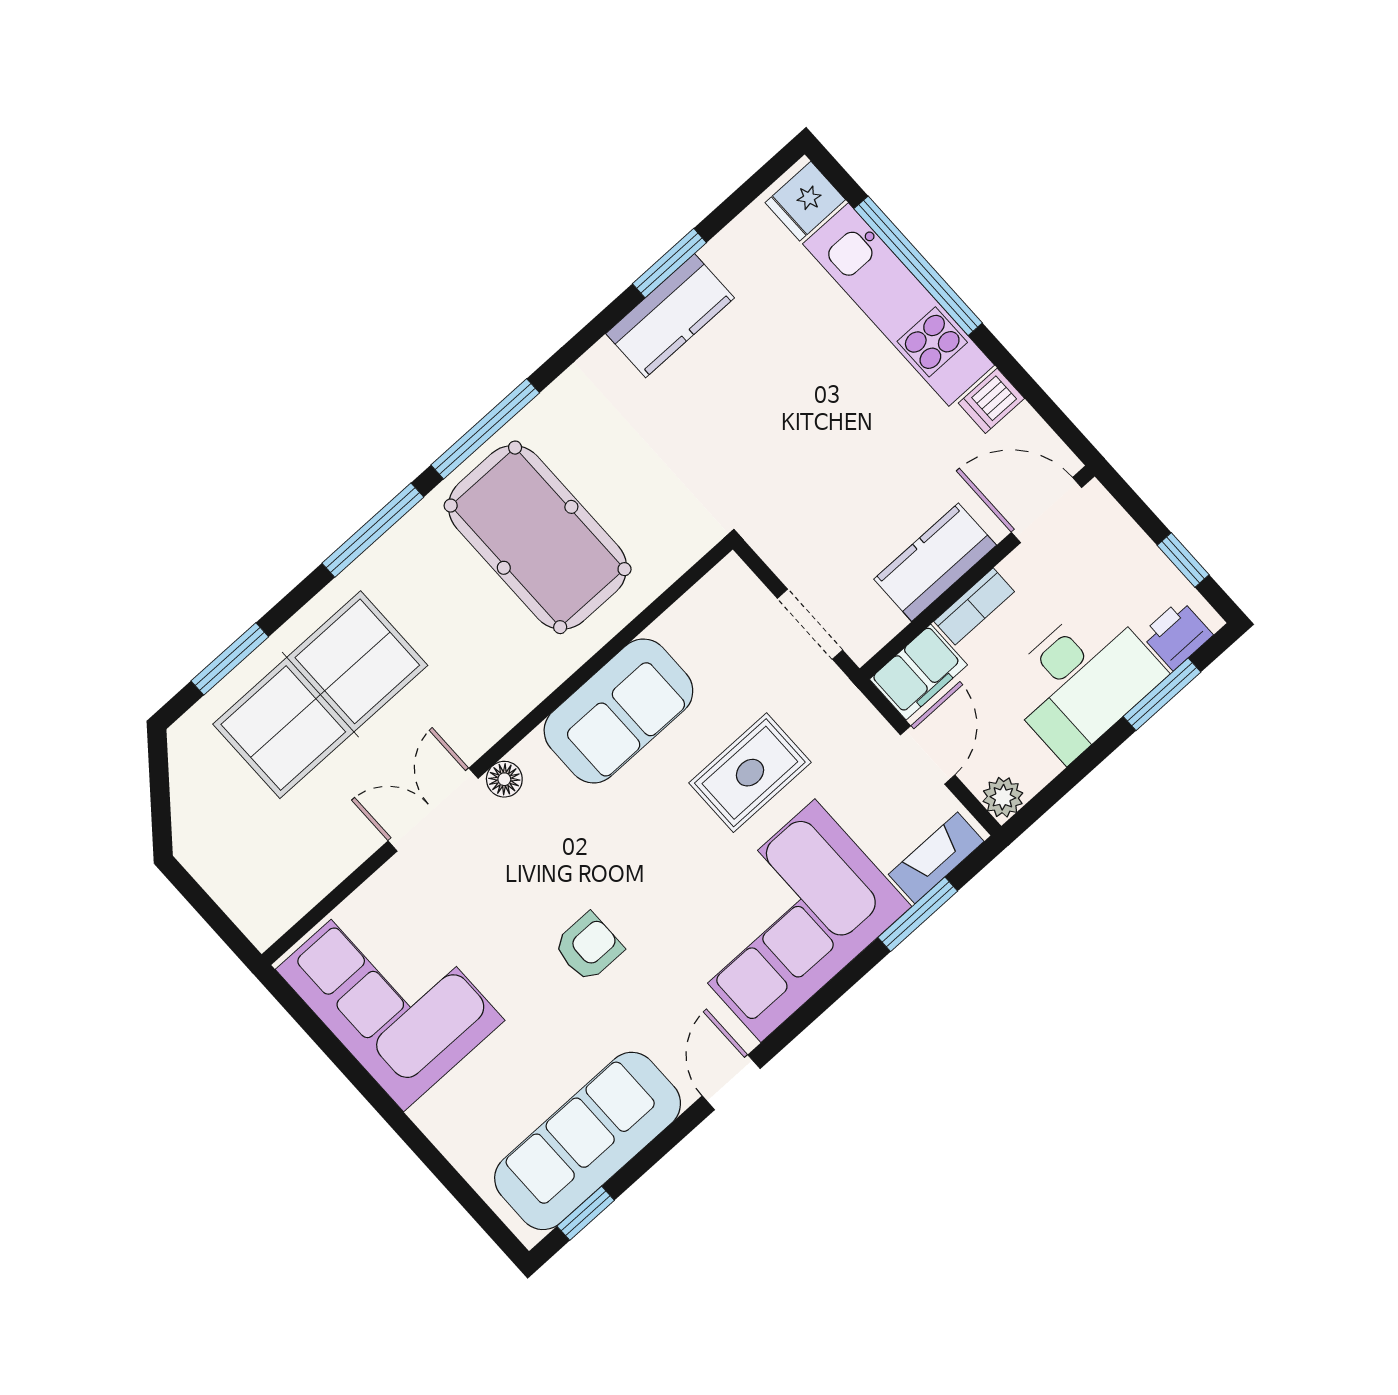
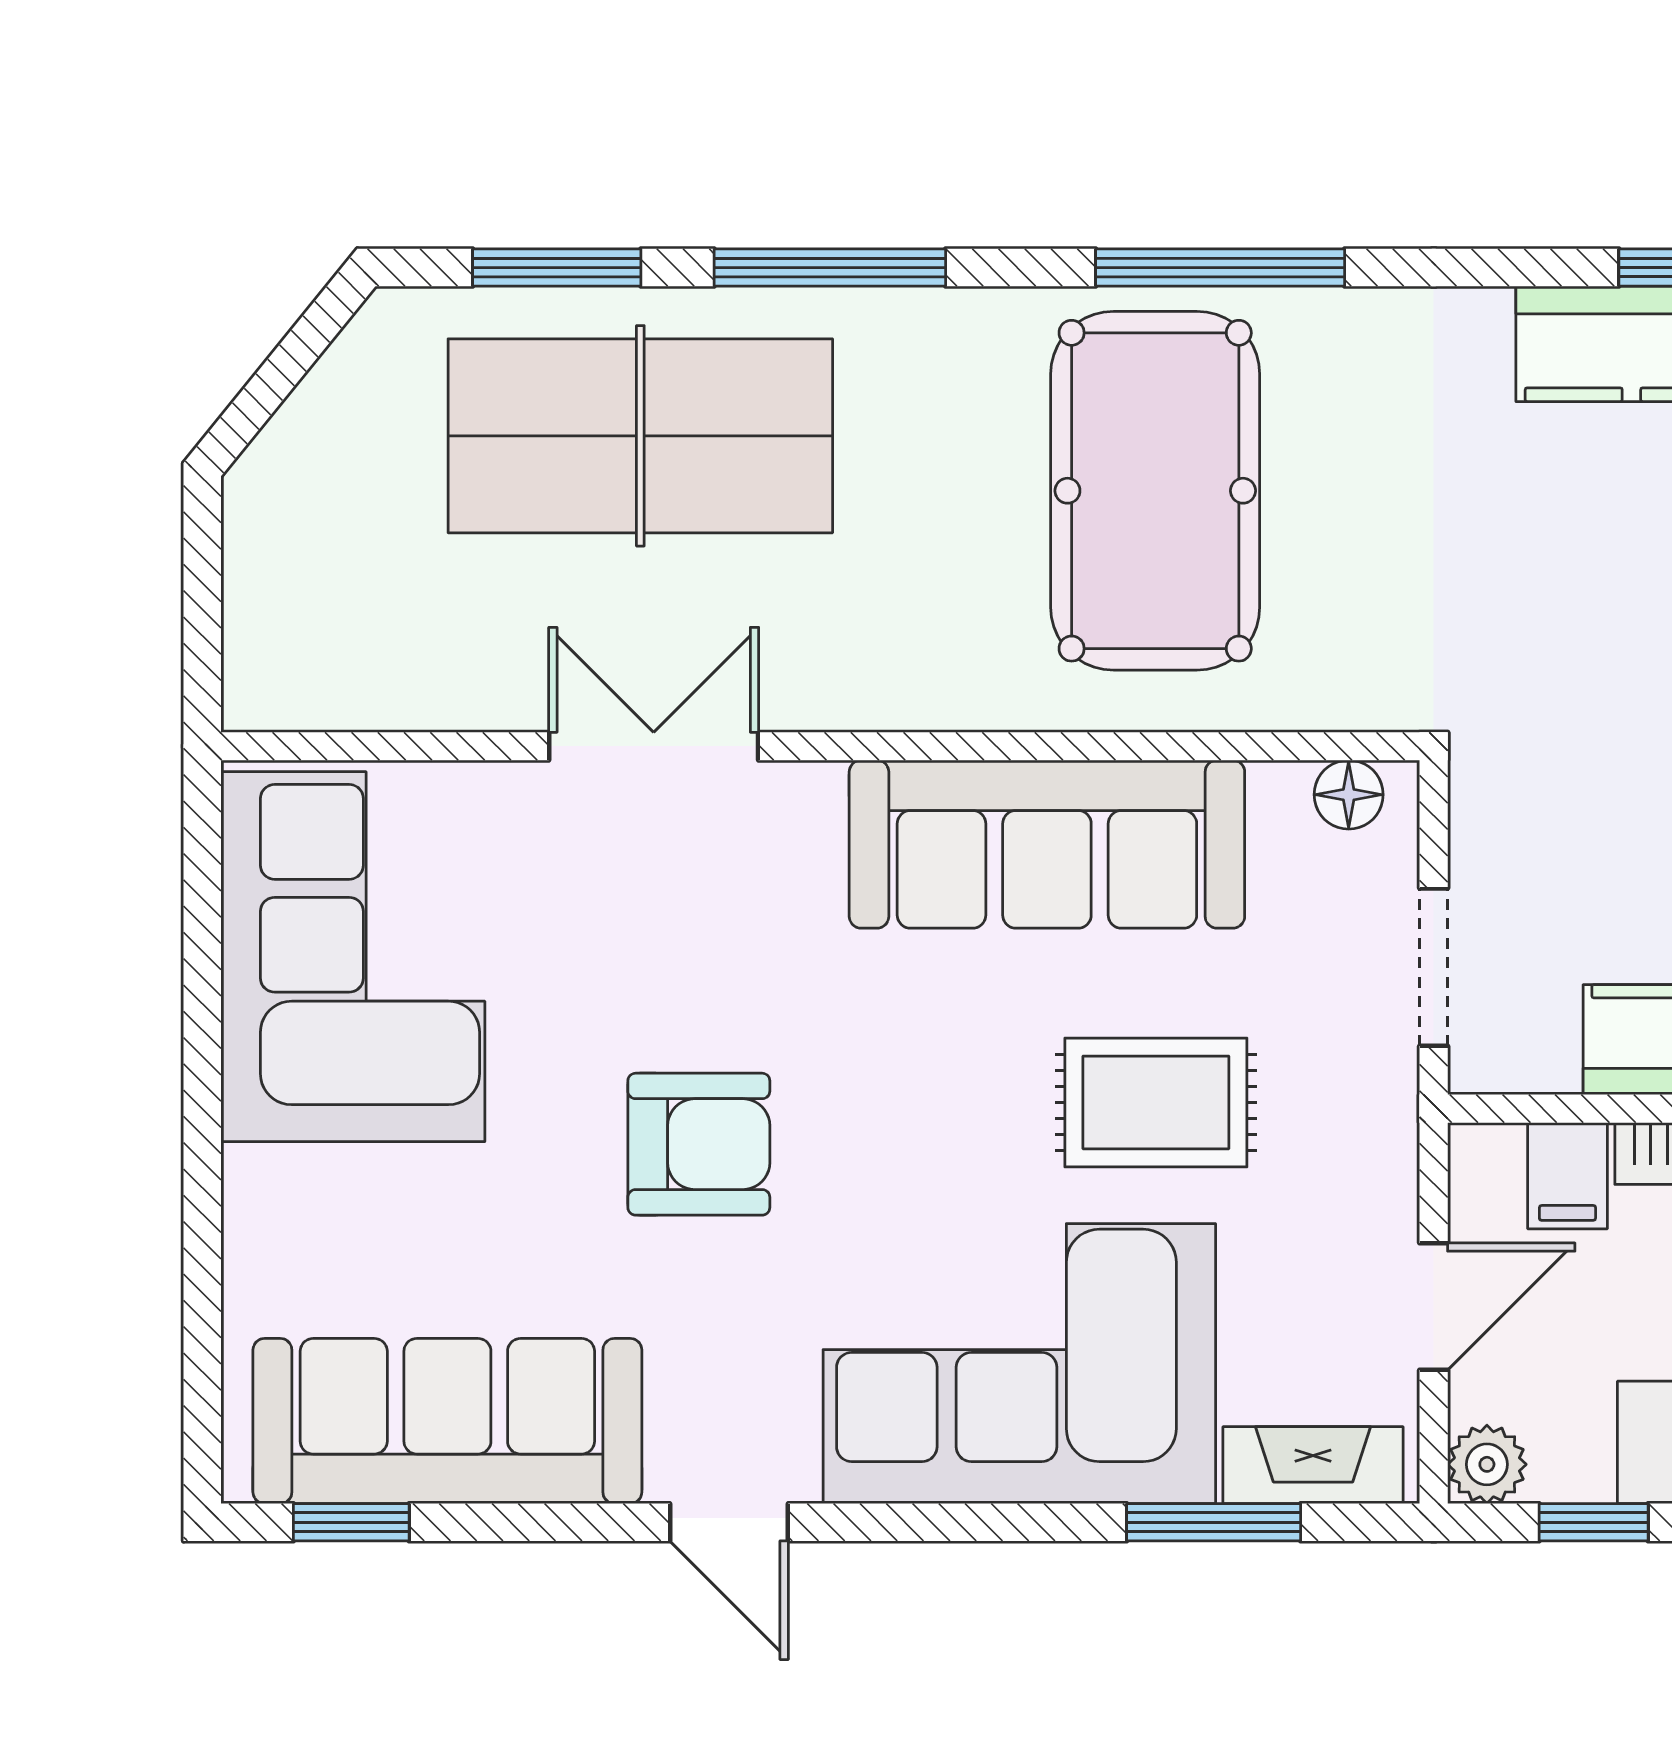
window: (373, 530) -> (830, 268), moved
filing cabinet: (918, 672) -> (1567, 1176), width x0.50
sofa: (618, 711) -> (1047, 844), width x1.36
floor lamp: (504, 779) -> (1349, 795), moved
window: (1064, 782) -> (1594, 1522), added
armchair: (588, 947) -> (699, 1144), width x1.38, depth x1.38
door: (731, 1082) -> (729, 1522), swing flipped

